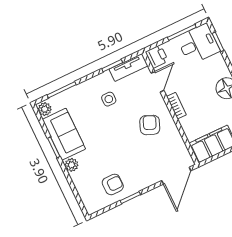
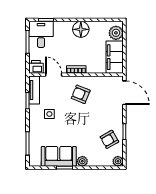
plant: (45, 109) -> (118, 161), moved
armchair: (113, 184) -> (109, 139), turned -119

